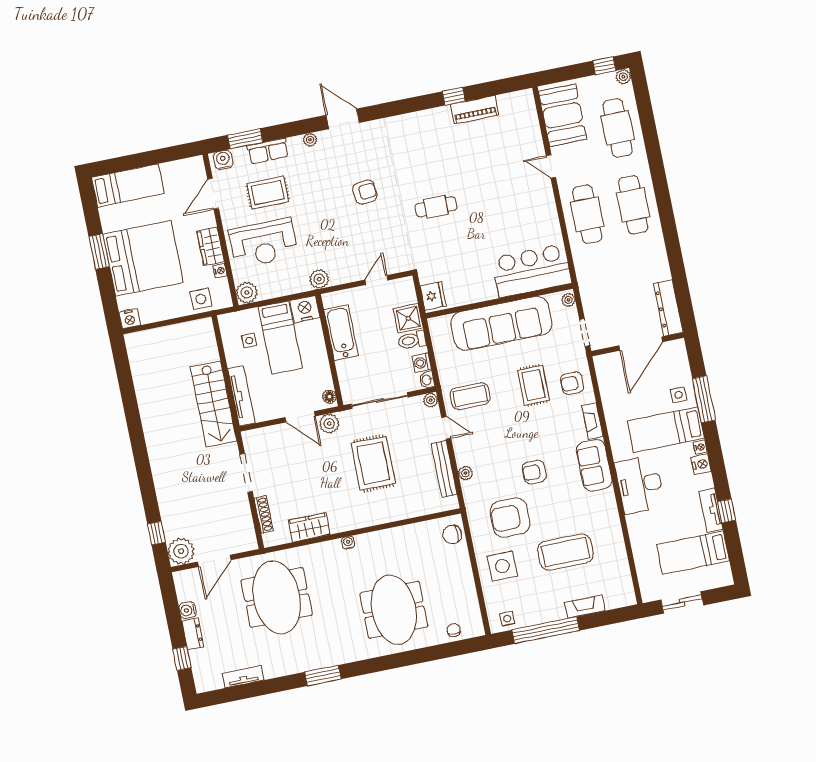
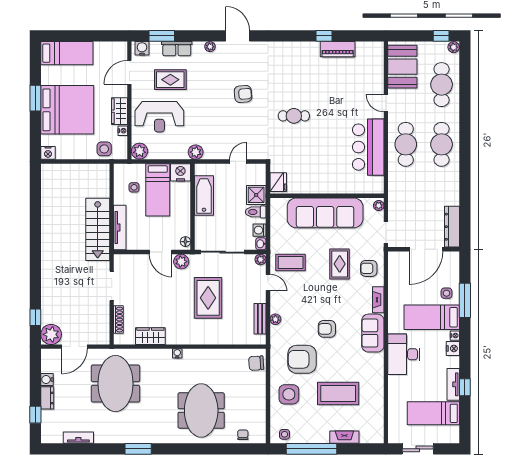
bar counter: (532, 271) -> (368, 147), moved, turned -90
bench: (444, 469) -> (260, 319), width x0.73

